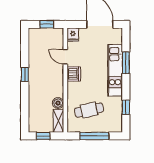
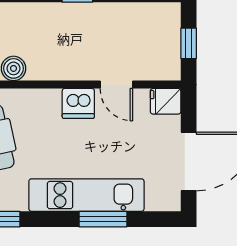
door: (65, 57) -> (116, 85), swing flipped

